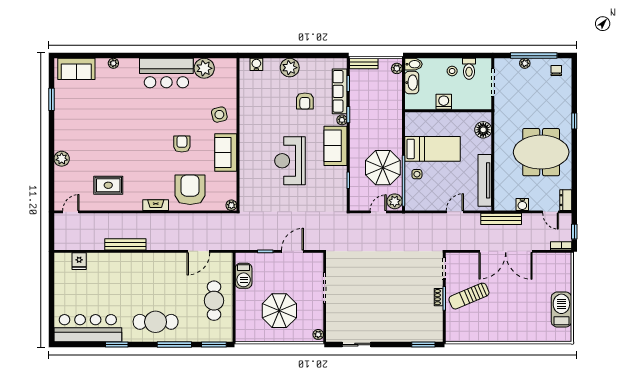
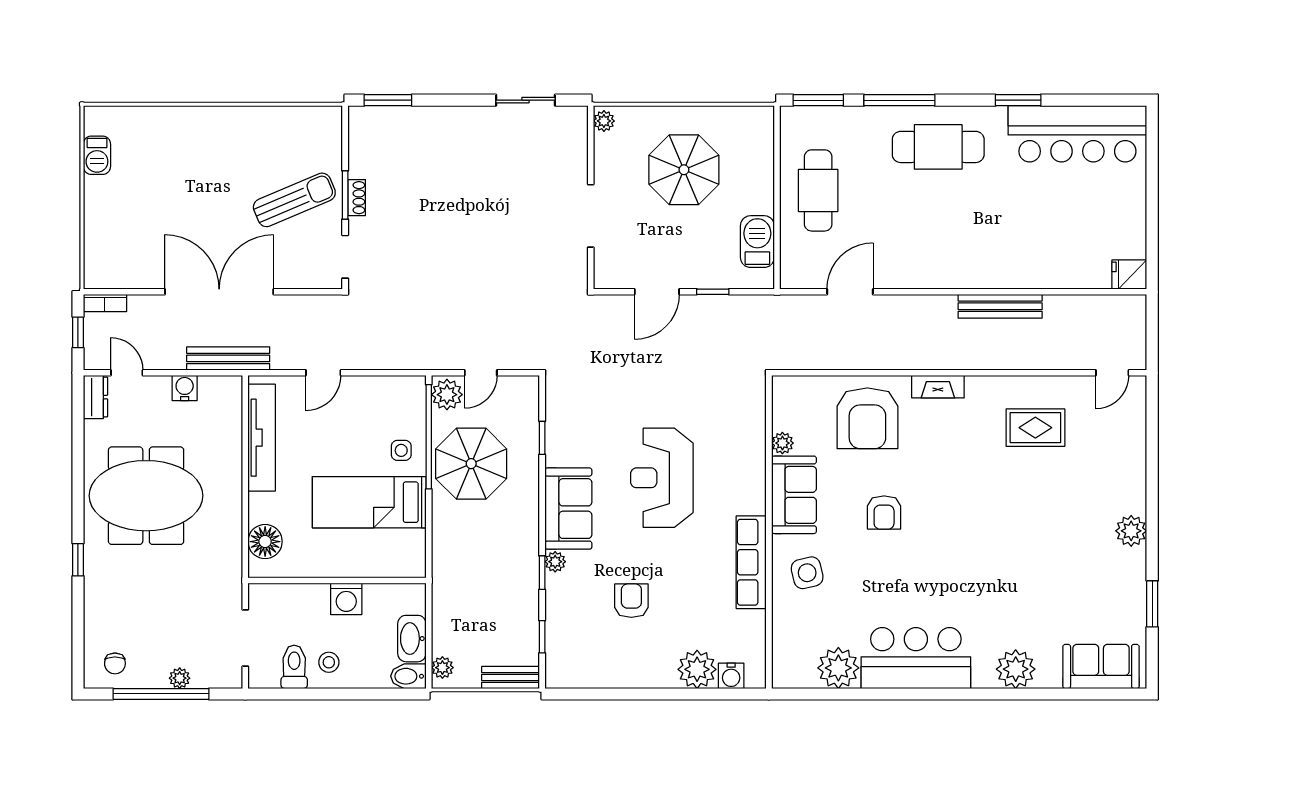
plant: (113, 63) -> (1016, 669), width x1.88, depth x1.88
plant: (290, 68) -> (697, 669), moved
row of seats: (340, 91) -> (751, 562), moved, turned 180
plant: (62, 159) -> (1131, 531), moved
reception desk: (290, 161) -> (662, 478), turned 180
plant: (231, 205) -> (782, 443), moved
fridge: (79, 261) -> (1129, 274), moved, turned -90
barbecue: (561, 309) -> (97, 155), width x0.53, depth x0.65

